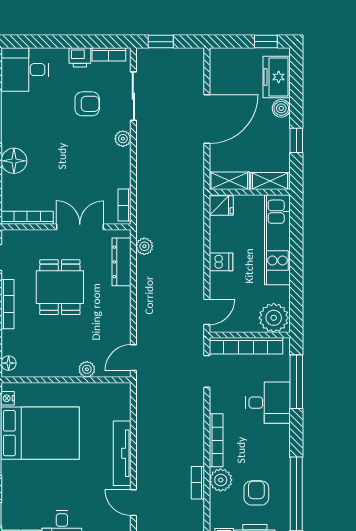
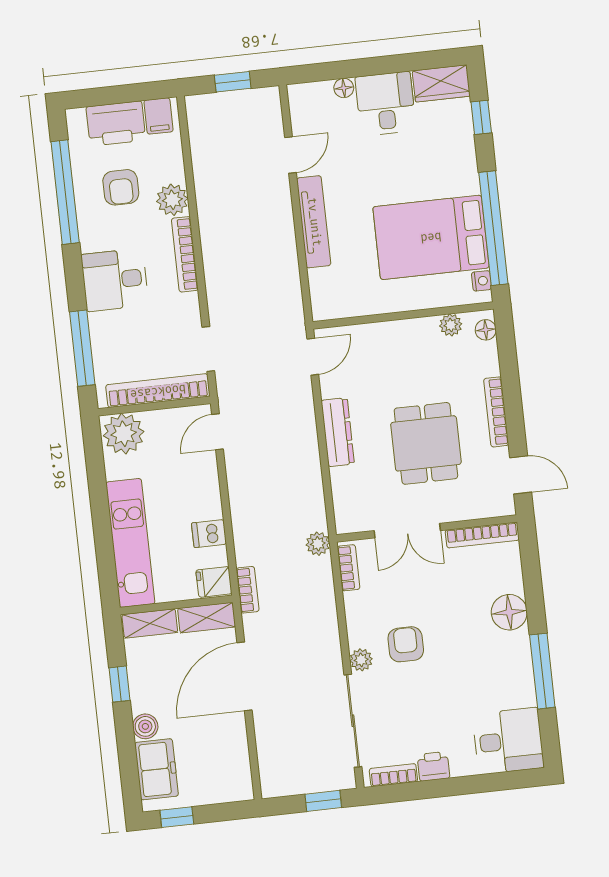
sliding door: (133, 96) -> (353, 721), width x1.37
armchair: (87, 104) -> (406, 644), moved, turned 90
door: (207, 119) -> (244, 676), moved
plant: (144, 246) -> (318, 544), moved
dresser: (122, 262) -> (338, 432), moved
dishwasher: (221, 262) -> (209, 534), moved
plant: (87, 369) -> (451, 325), moved
desk: (268, 403) -> (115, 280), moved
bookcase: (198, 483) -> (248, 590), moved
door: (133, 503) -> (290, 155), hinge flipped

